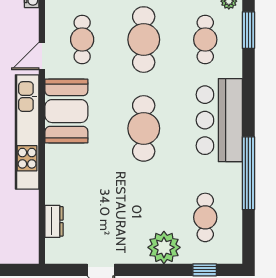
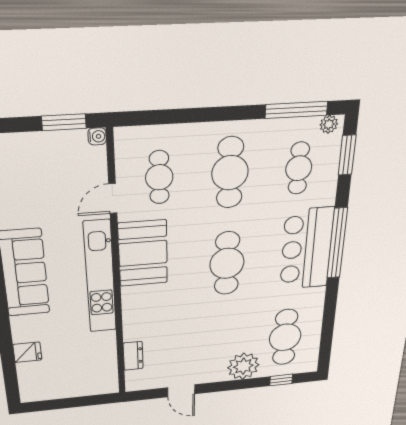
window: (248, 173) -> (337, 243), moved
cafe table: (205, 217) -> (285, 337), width x1.37, depth x1.35

